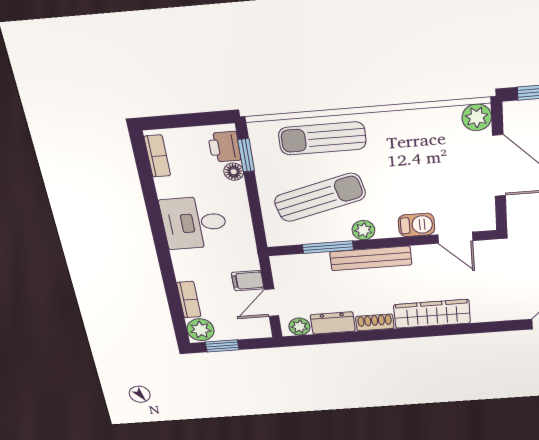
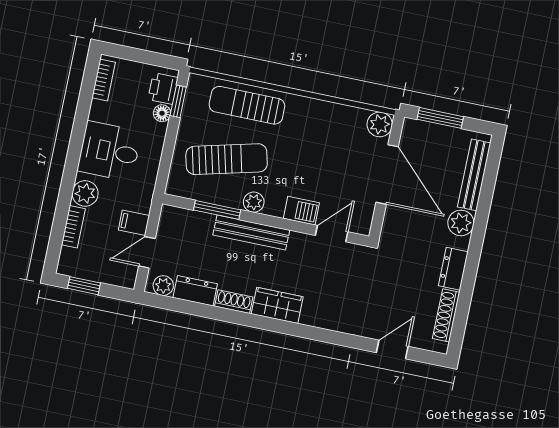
door: (455, 238) -> (332, 234), swing flipped
wardrobe: (432, 314) -> (277, 305), width x0.67
plant: (200, 330) -> (85, 193), moved

